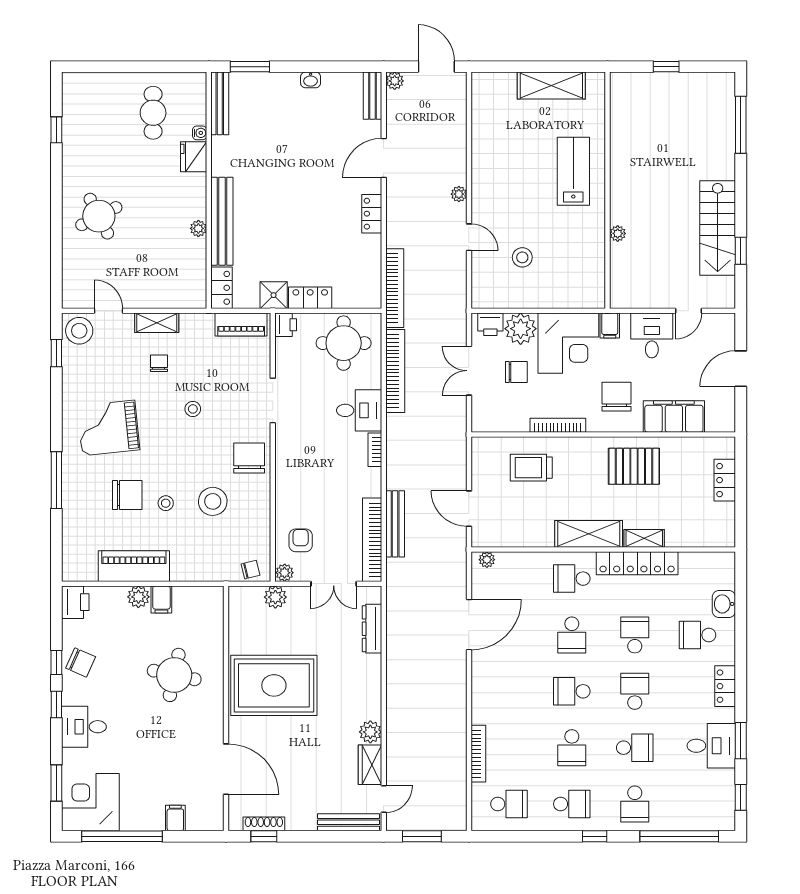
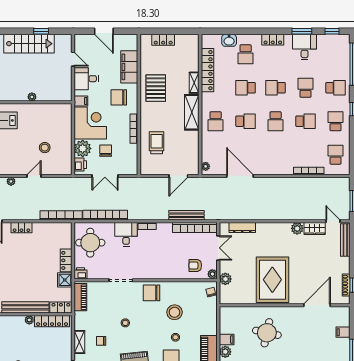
locker: (196, 271) -> (52, 321), added
trolley: (531, 468) -> (157, 143), turned 180
locker: (637, 563) -> (207, 70), moved

